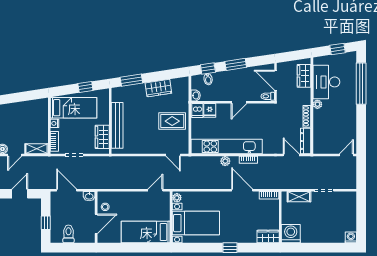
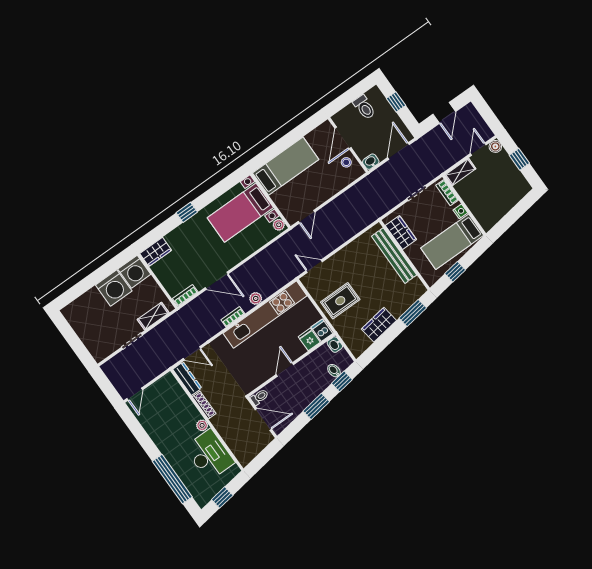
wardrobe: (304, 76) -> (237, 445), removed
door: (67, 190) -> (399, 151), swing flipped
washing machine: (351, 237) -> (114, 288), moved, width x1.89, depth x1.89

